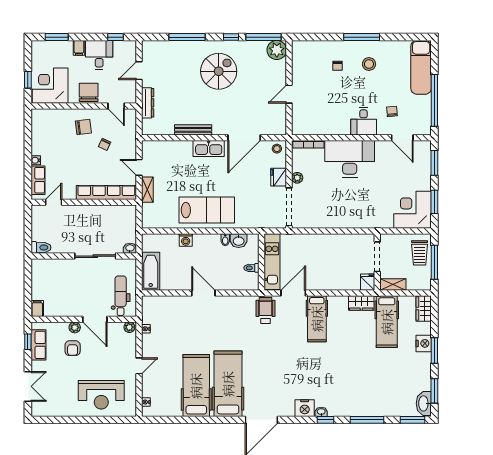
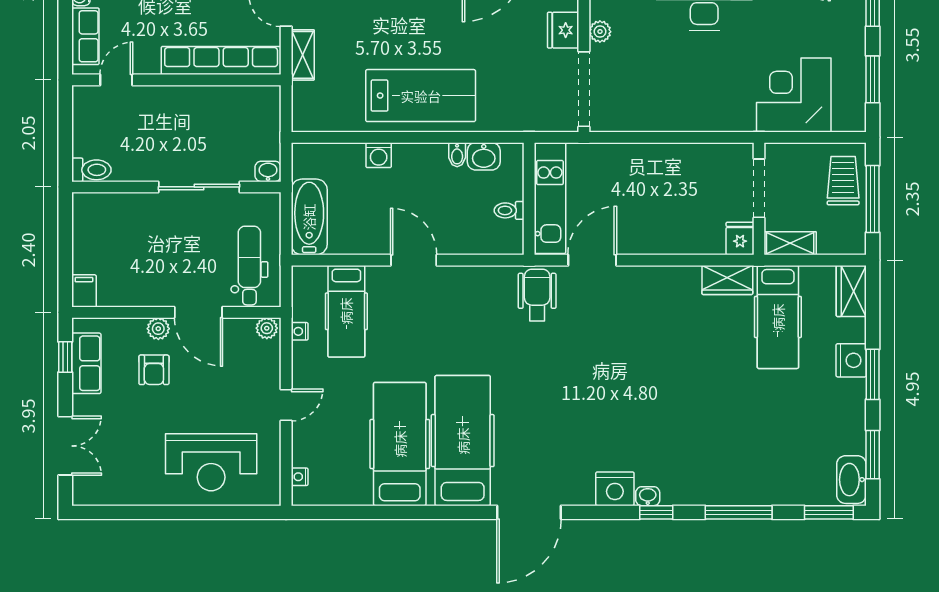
corner desk: (412, 210) -> (794, 95), moved
trolley: (420, 253) -> (843, 181), turned 180
hospital bed: (317, 319) -> (346, 311), moved

